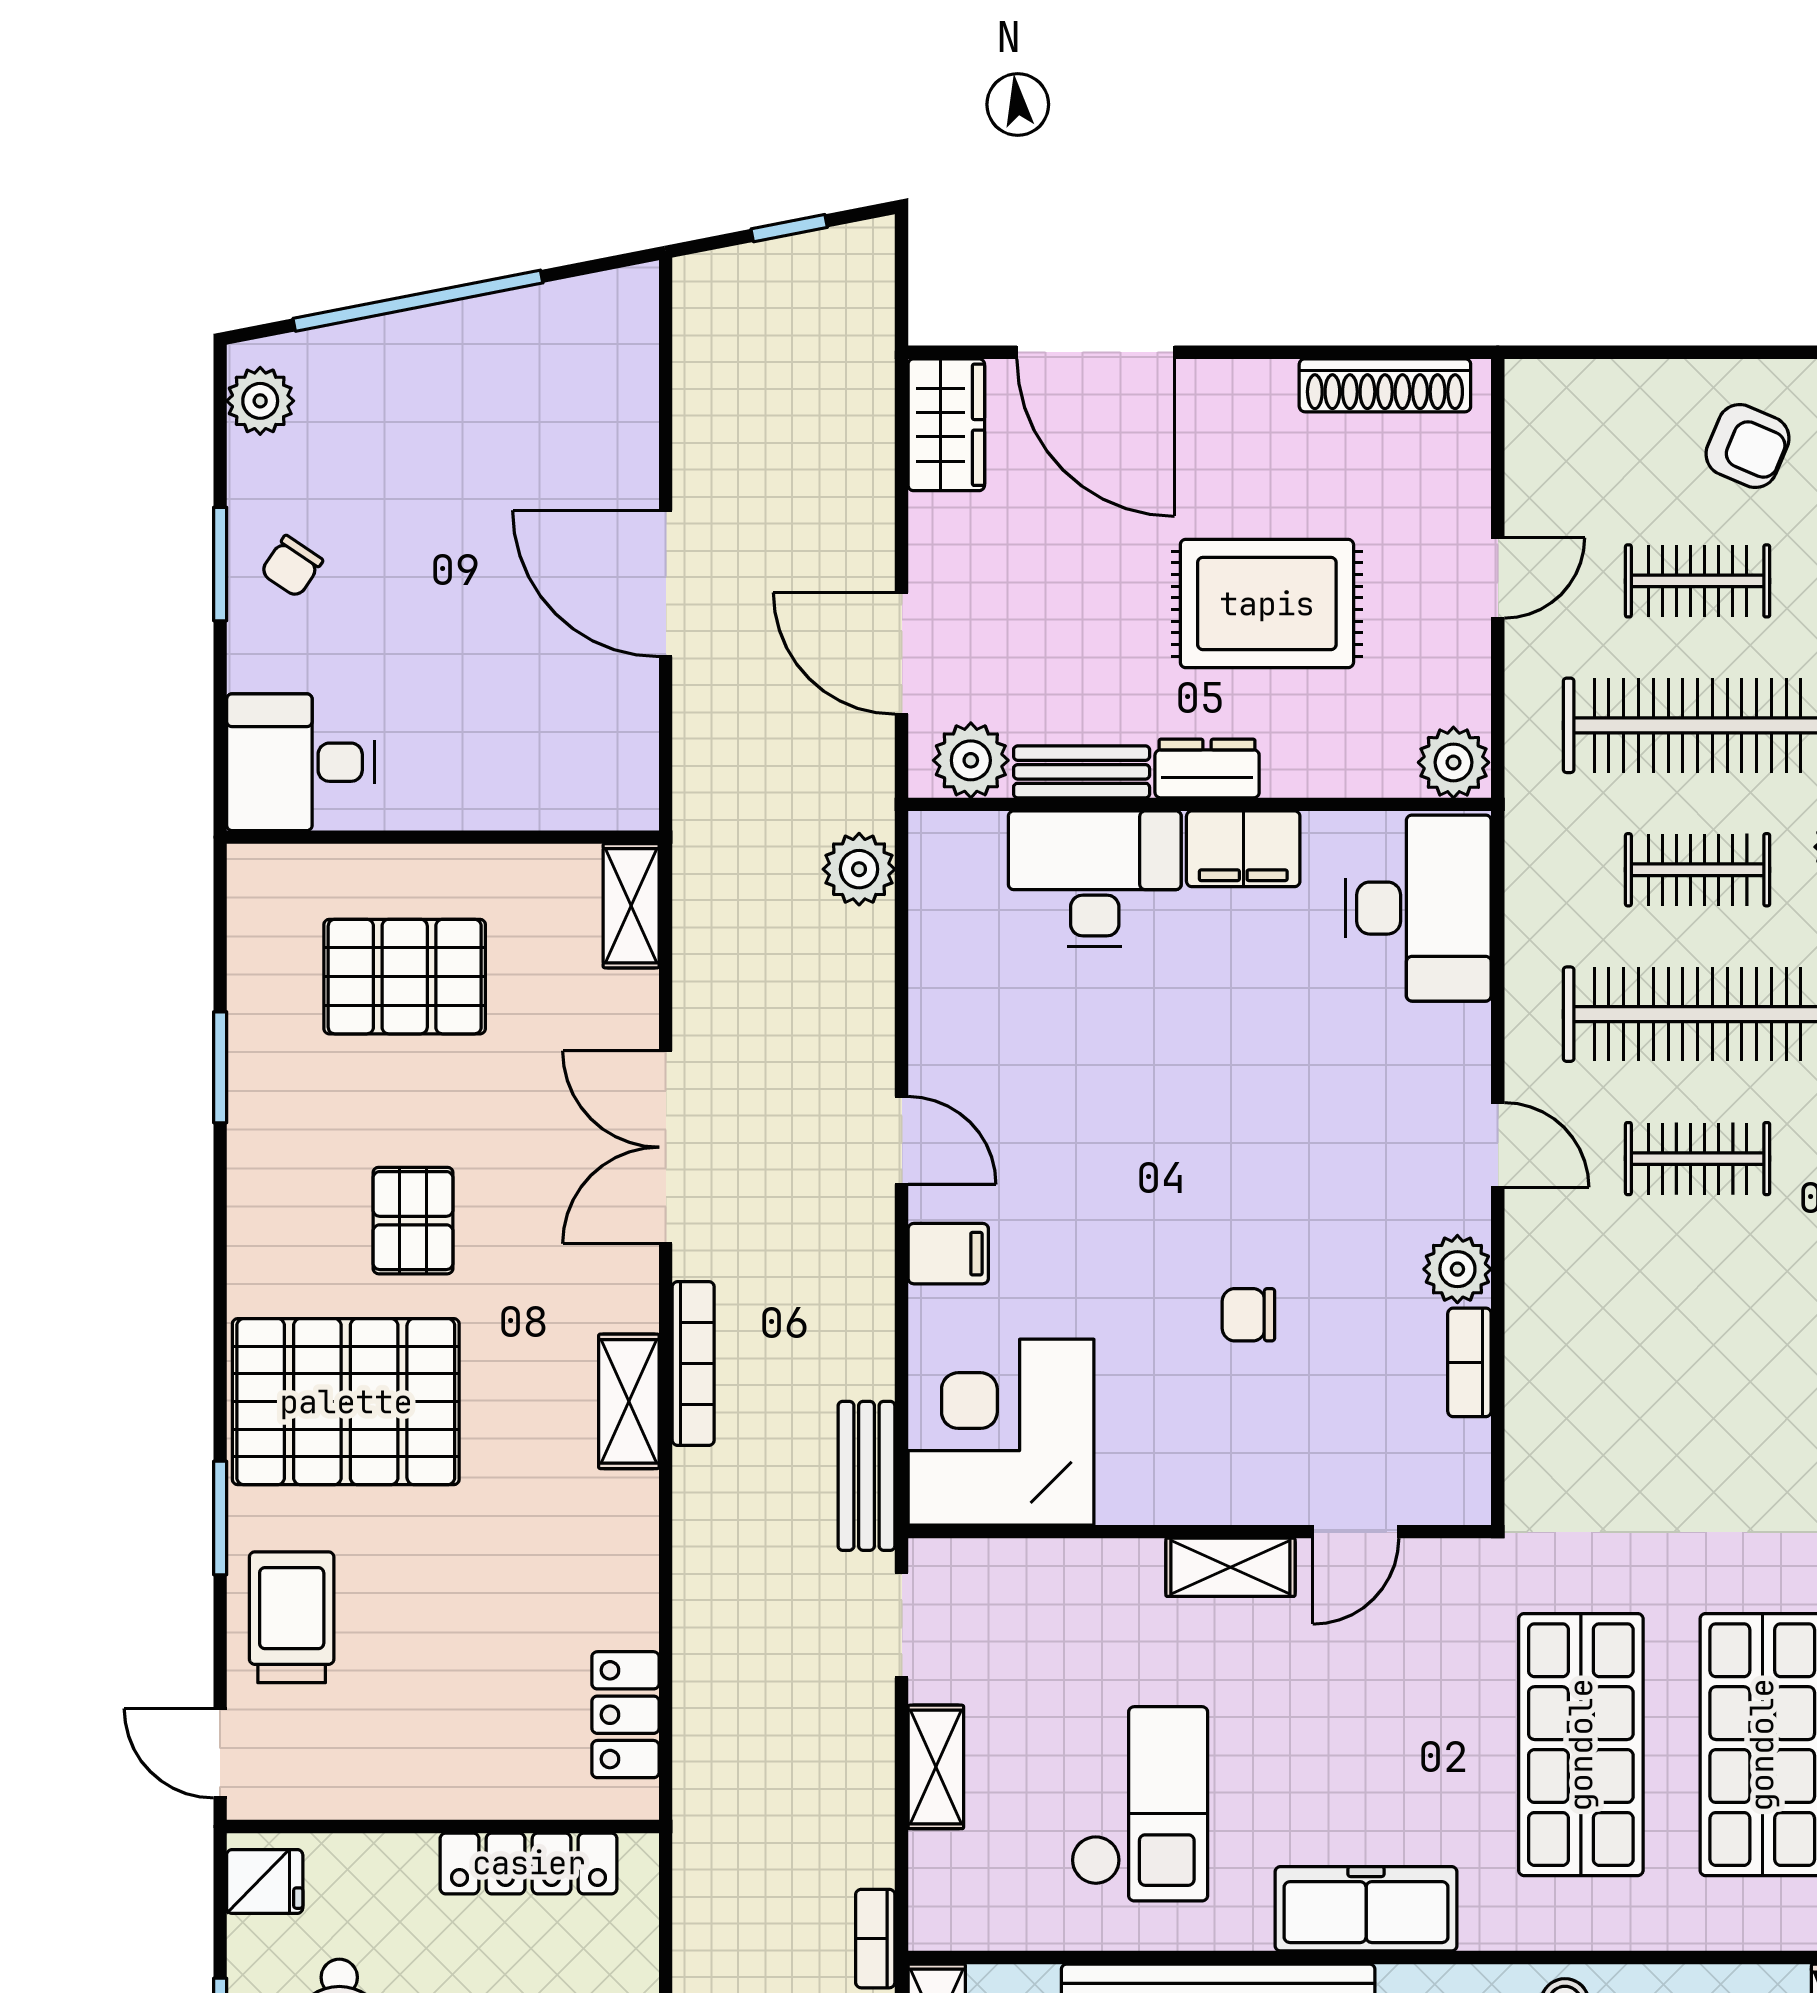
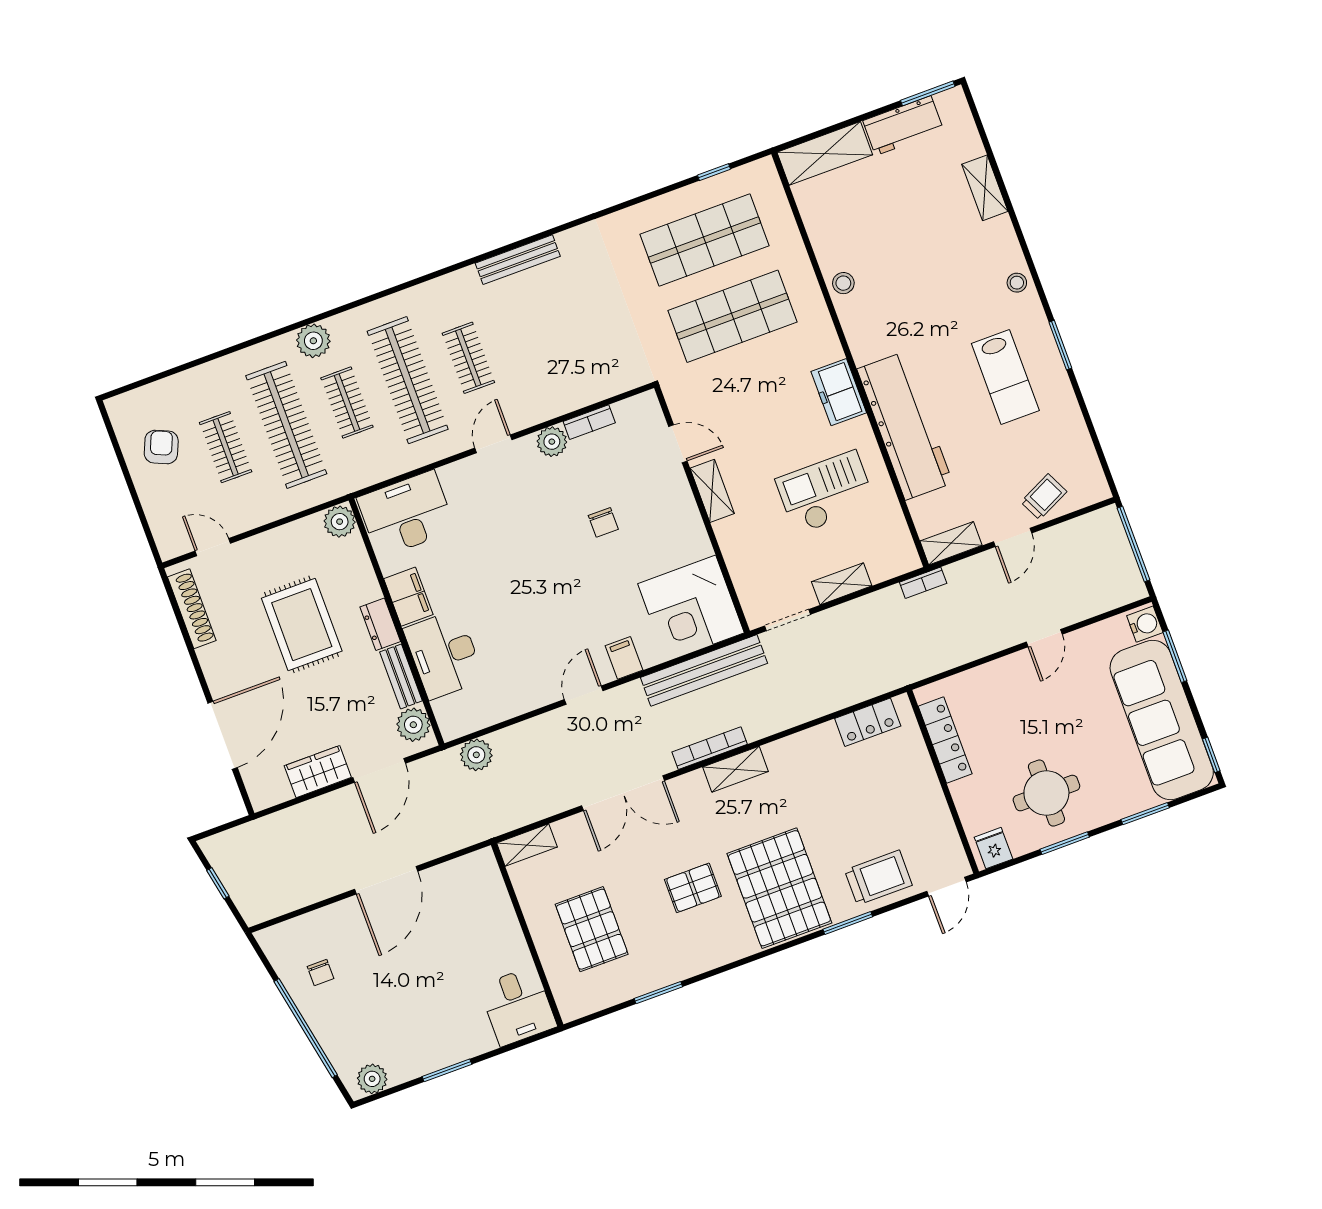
wardrobe: (946, 425) -> (318, 772), moved
chair: (292, 566) -> (321, 972), moved, turned 56
door: (1498, 578) -> (213, 547), moved
bench: (867, 1476) -> (704, 670), width x1.86, depth x1.21
trolley: (292, 1617) -> (878, 878), turned 180
freezer: (1366, 1909) -> (839, 392), width x0.71

